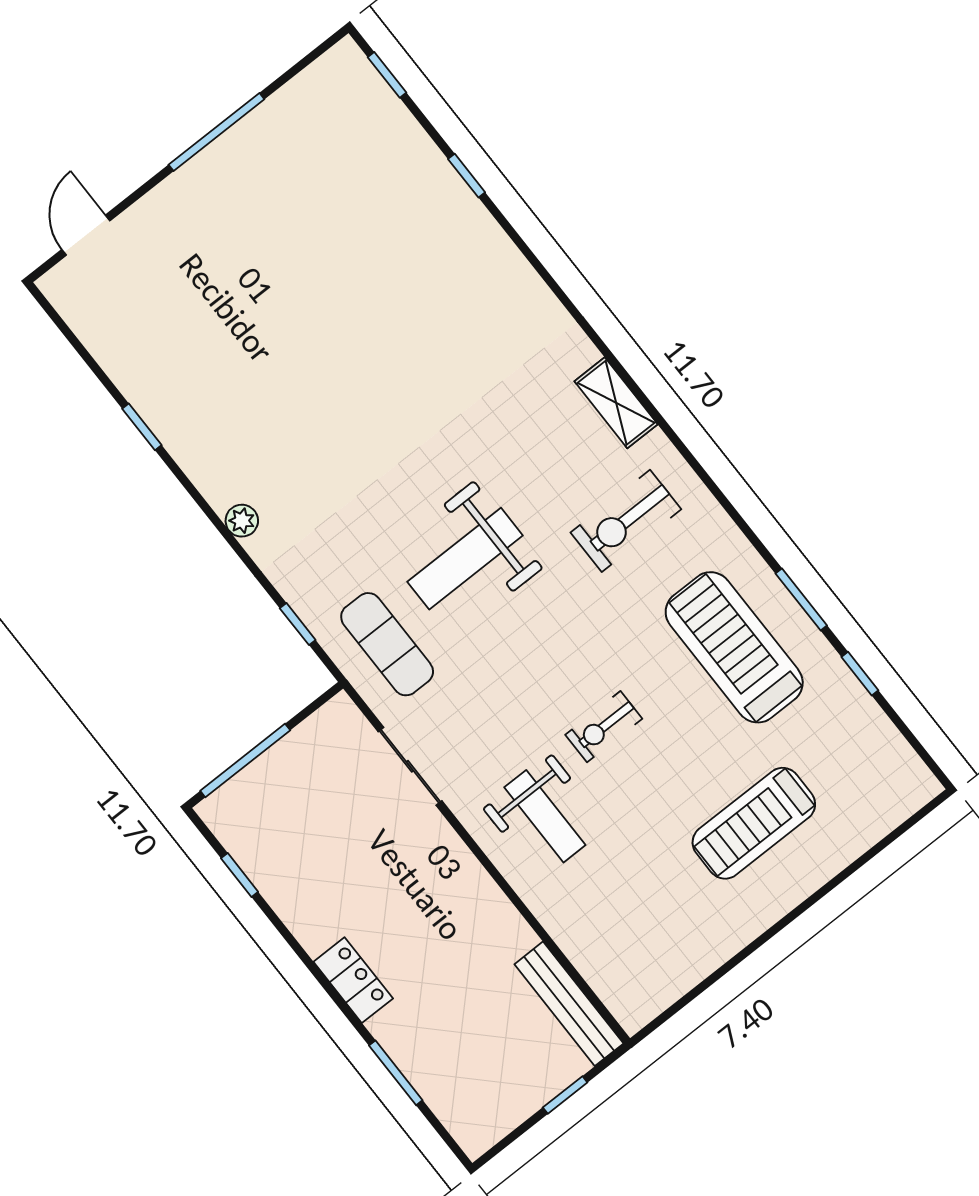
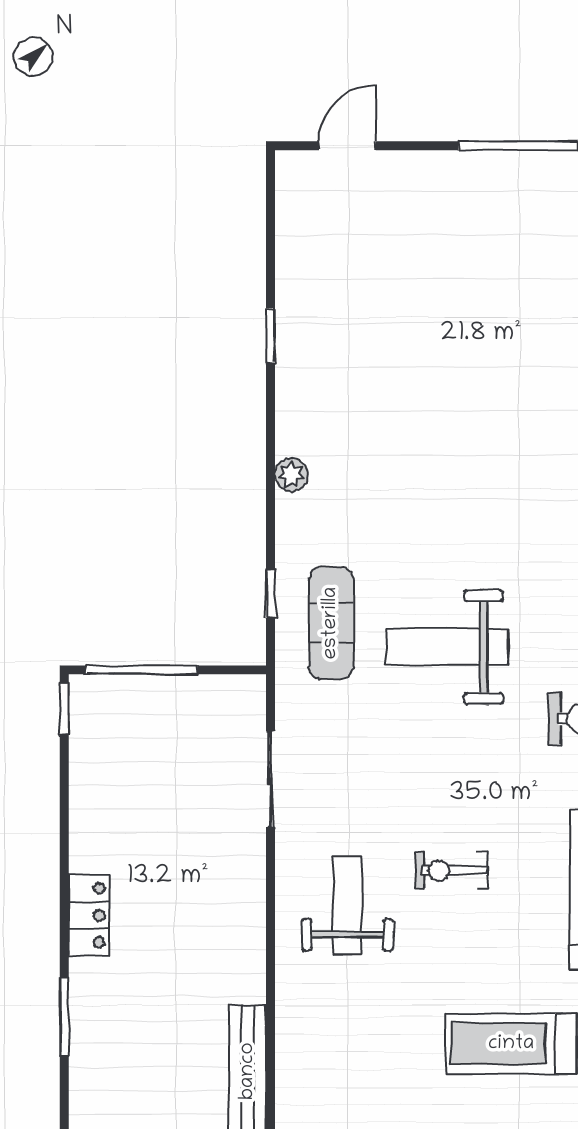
exercise mat: (387, 644) -> (331, 623), moved
weight bench: (545, 816) -> (347, 905), turned 180
window: (240, 875) -> (64, 709), moved

